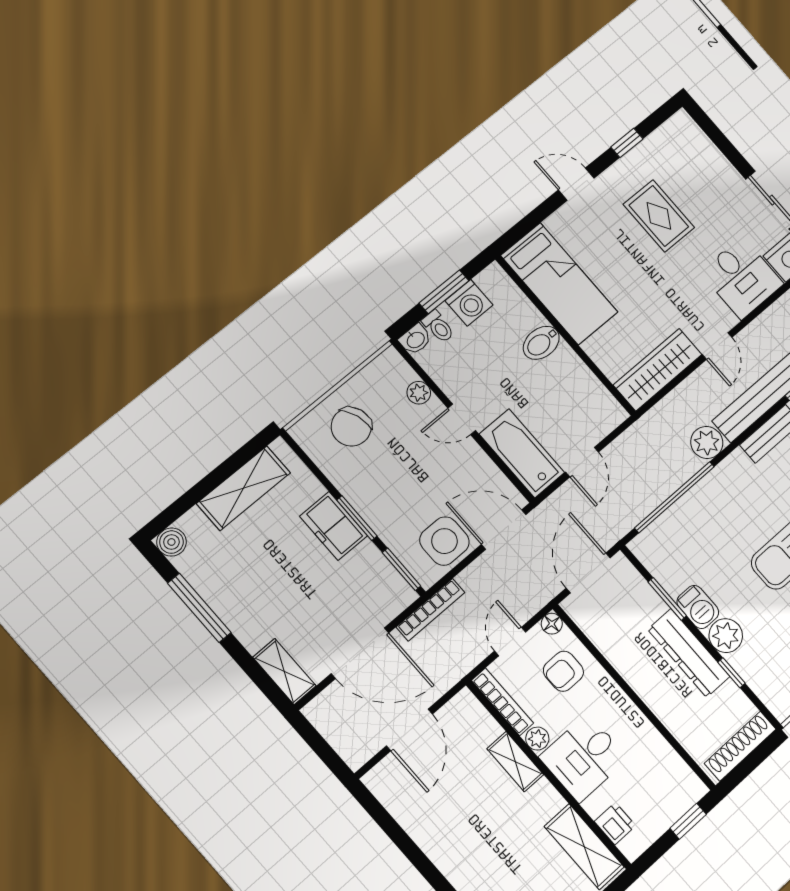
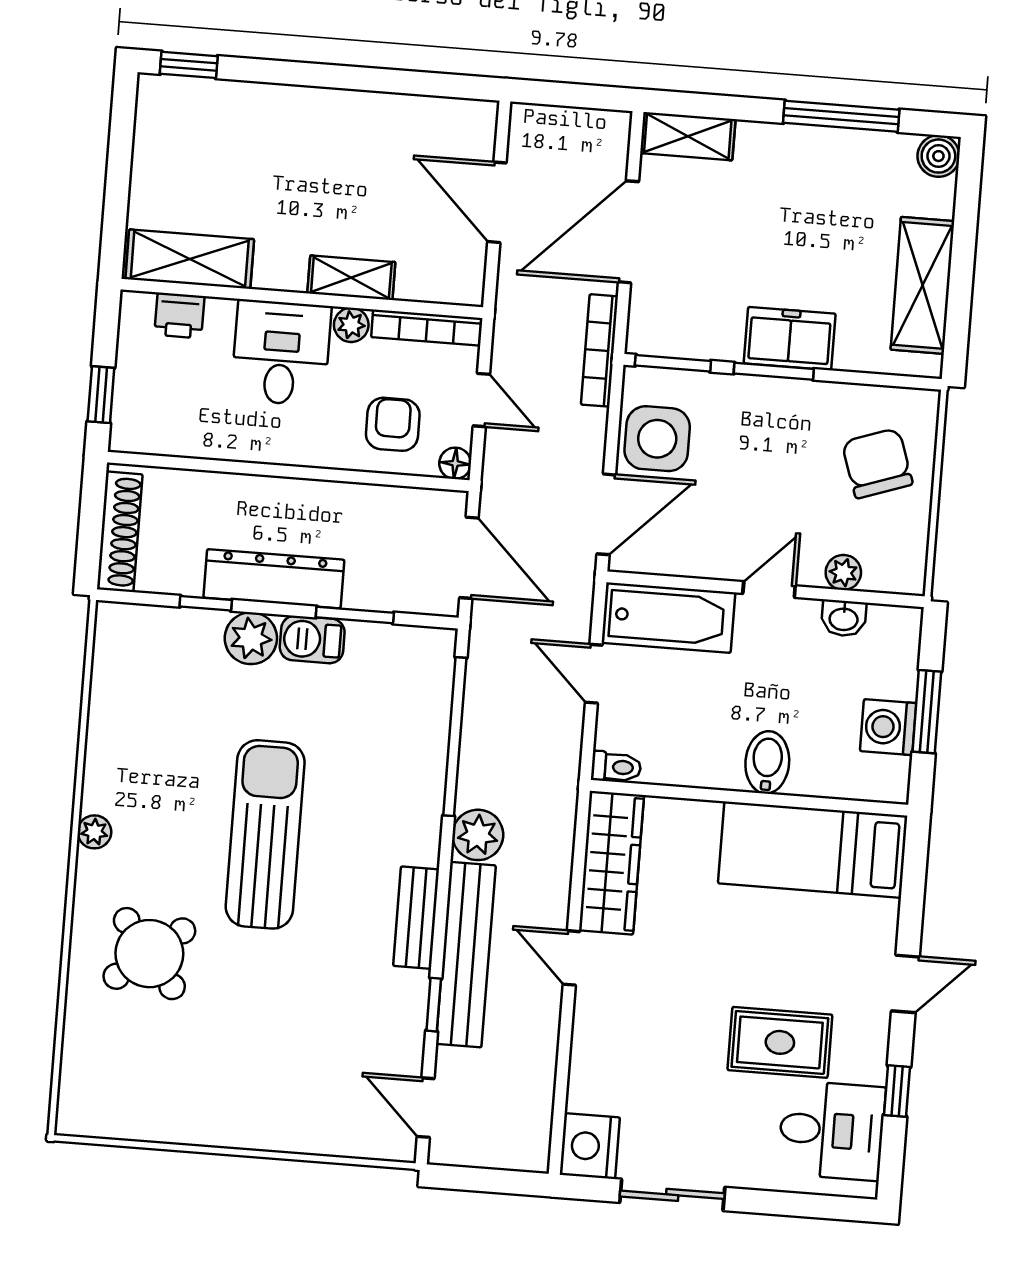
desk: (742, 278) -> (832, 1130), moved, turned 180
toilet: (438, 327) -> (616, 767), moved, turned 180
washbasin: (415, 339) -> (844, 618), moved, turned -90

